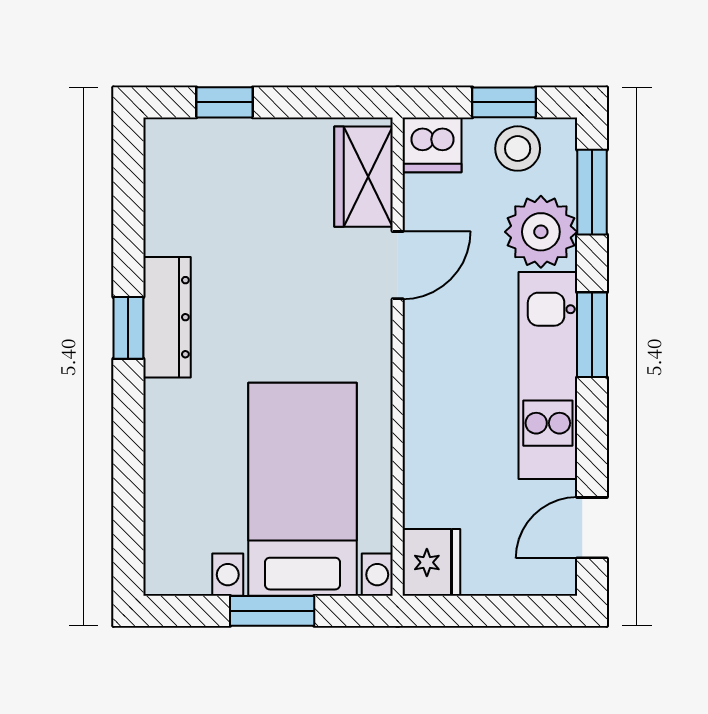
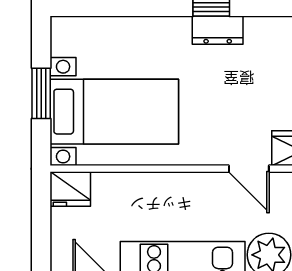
dresser: (167, 317) -> (218, 30), width x0.70

